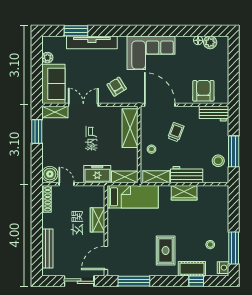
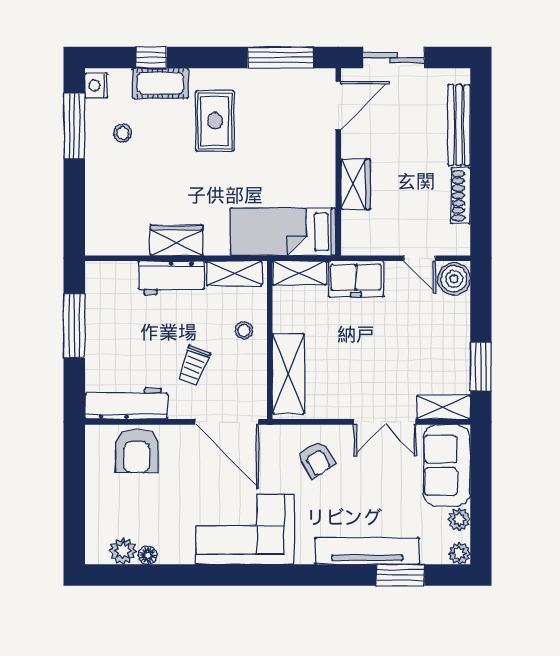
plant: (47, 41) -> (459, 553), added
workbench: (214, 114) -> (126, 404), width x1.38
stool: (218, 161) -> (106, 306), removed
shoe rack: (47, 199) -> (461, 196), moved

